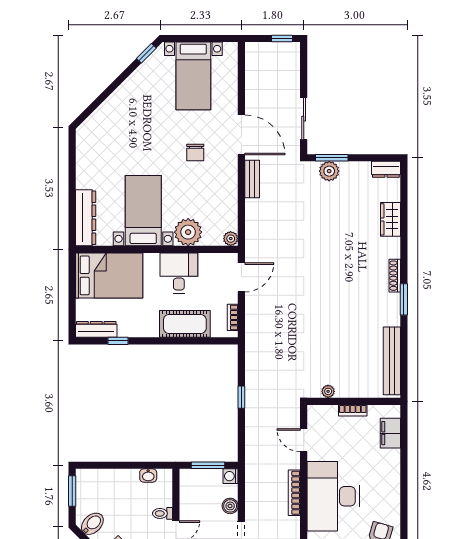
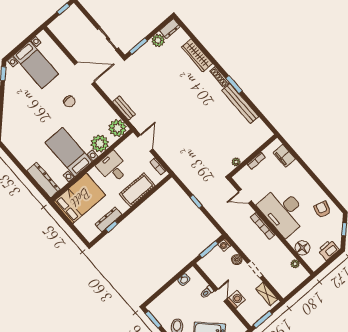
plant: (329, 171) -> (158, 40), moved
bench: (252, 179) -> (124, 108), moved
wardrobe: (391, 219) -> (197, 55), width x1.50
plant: (231, 239) -> (118, 128), width x1.87, depth x1.87
dresser: (96, 329) -> (109, 219), moved
bench: (392, 361) -> (240, 104), moved

